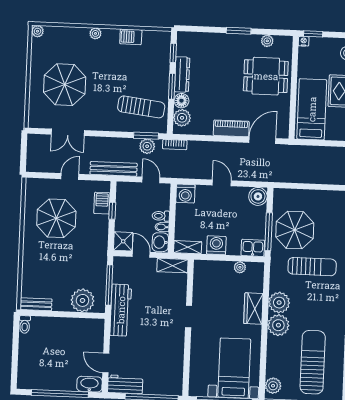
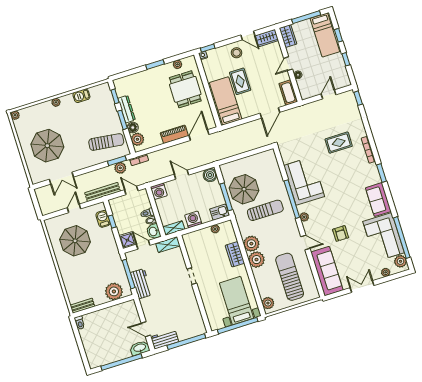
dining table: (266, 76) -> (185, 89), turned 90
workbench: (121, 310) -> (141, 284), width x0.73

